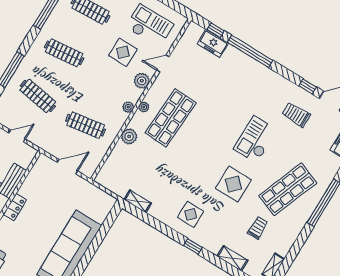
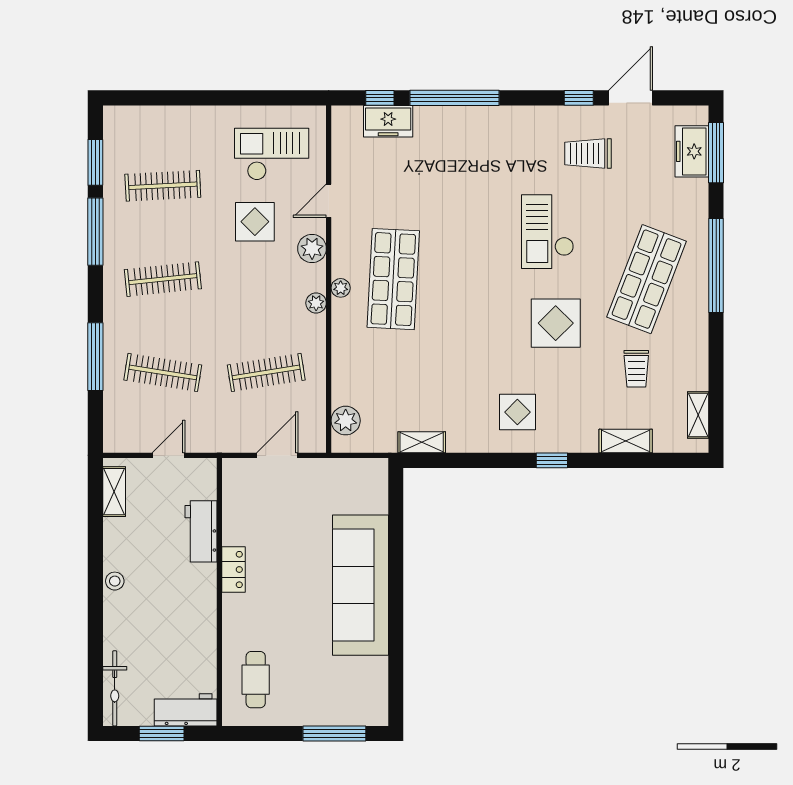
plant: (129, 136) -> (346, 421), moved
trolley: (258, 228) -> (636, 369), turned 180

